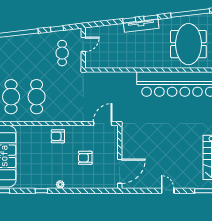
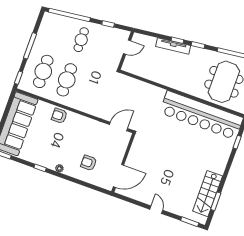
tv unit: (141, 26) -> (173, 46), moved
cafe table: (62, 53) -> (81, 40), moved
armchair: (58, 136) -> (59, 116), moved
armchair: (85, 158) -> (89, 163), moved

